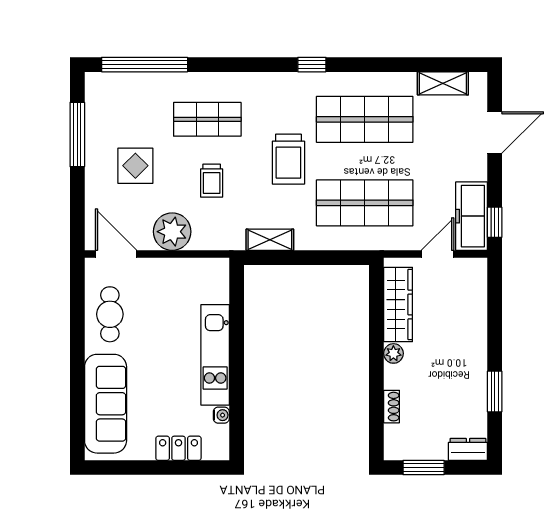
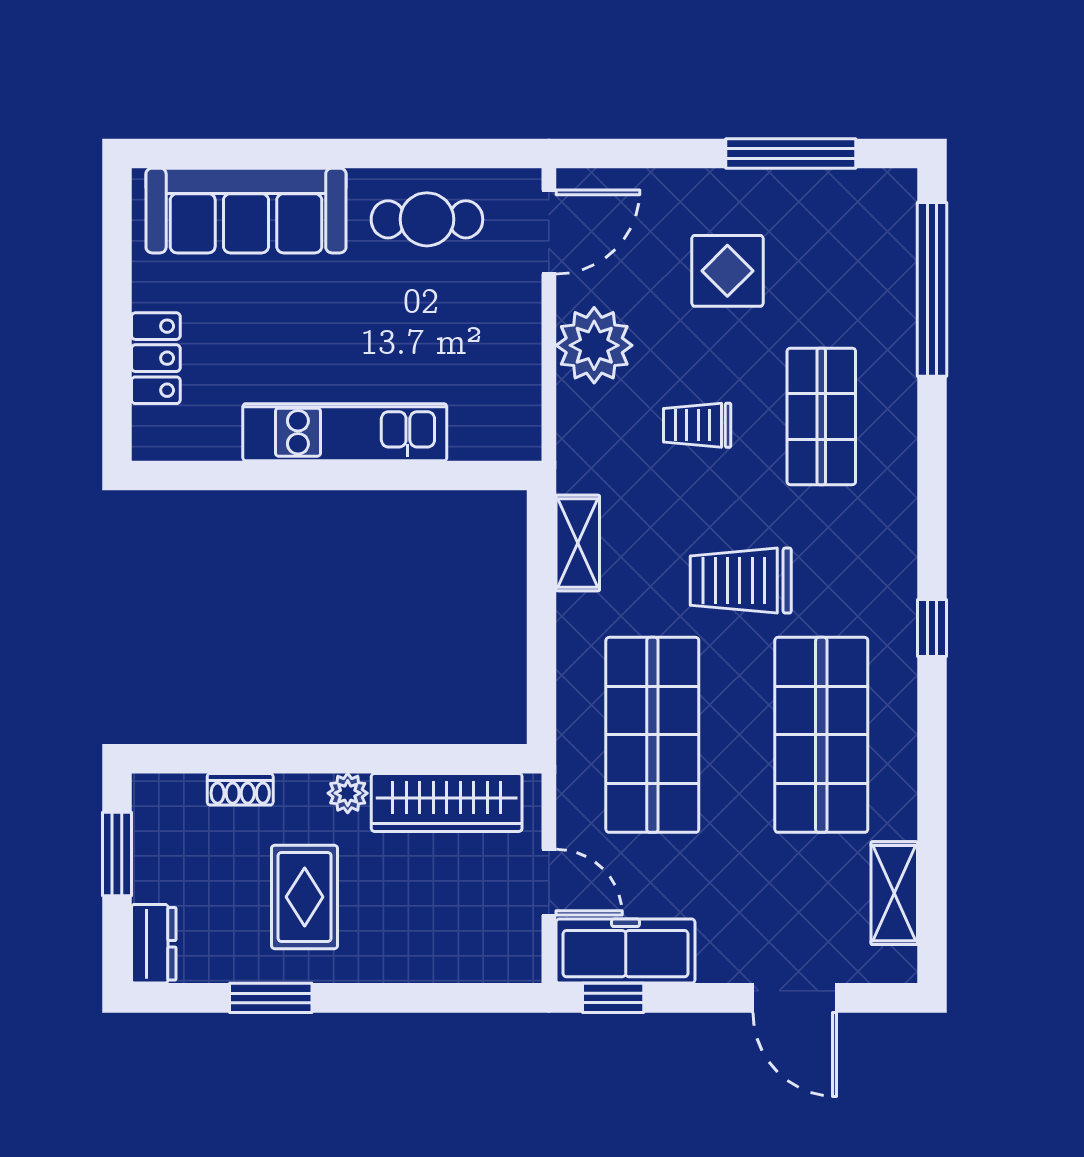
rug: (445, 375) -> (305, 897), added
water cooler: (221, 415) -> (223, 445), removed

